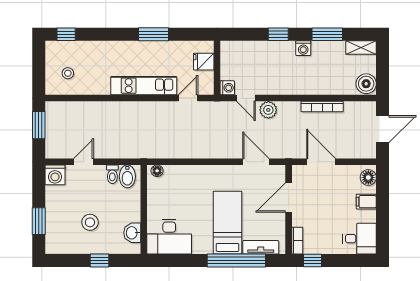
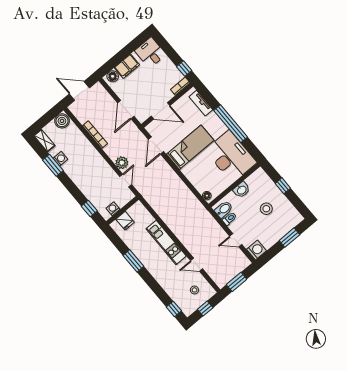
window: (278, 34) -> (89, 209), moved
washing machine: (303, 48) -> (60, 159), moved
window: (39, 68) -> (205, 308), added
washing machine: (227, 88) -> (113, 209), moved
door: (188, 98) -> (197, 265), moved
filing cabinet: (366, 202) -> (127, 66), width x2.00
bed: (227, 223) -> (190, 147), moved, turned 180
washbasin: (132, 233) -> (242, 190), moved
desk: (169, 237) -> (231, 156), width x1.36, depth x1.30
window: (236, 260) -> (231, 124), moved

